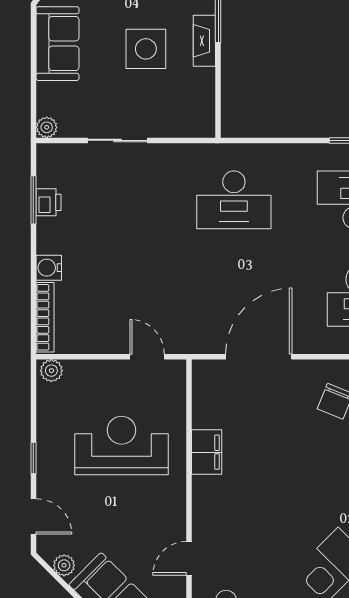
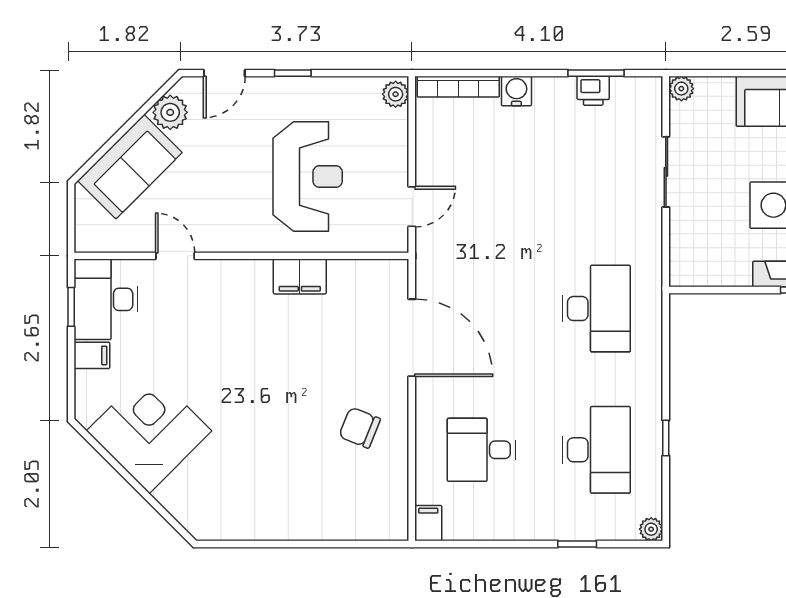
desk: (234, 200) -> (596, 309), turned 180
plant: (64, 565) -> (170, 112), width x1.38, depth x1.38

